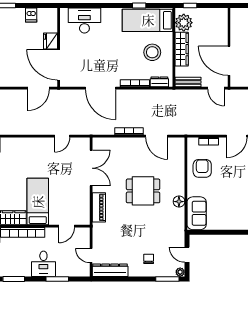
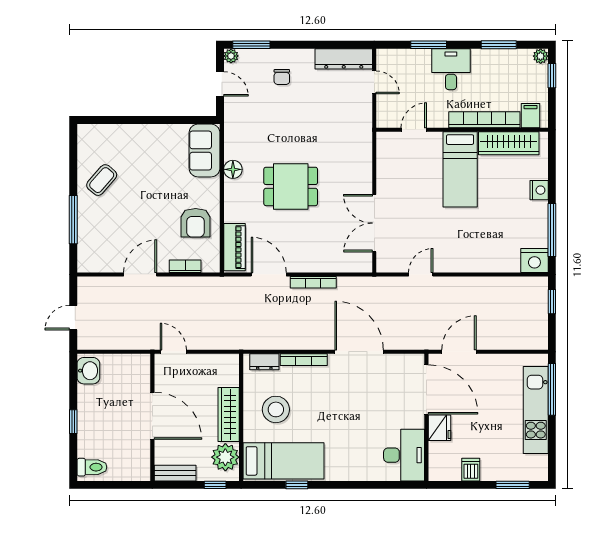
desk: (84, 20) -> (404, 455), moved, turned -90
door: (229, 61) -> (152, 416), moved
bench: (188, 82) -> (175, 473), moved
piano: (99, 207) -> (234, 247), moved, turned 180

